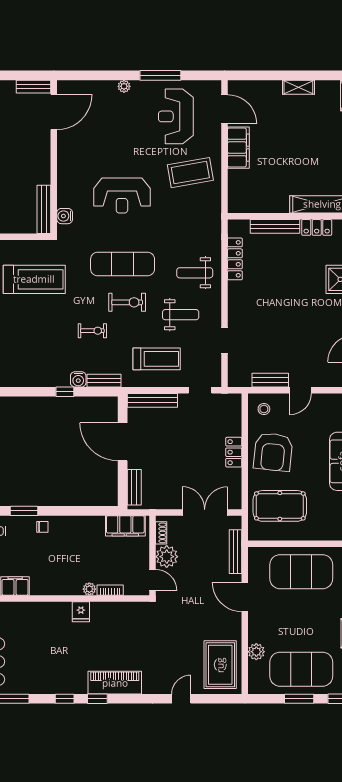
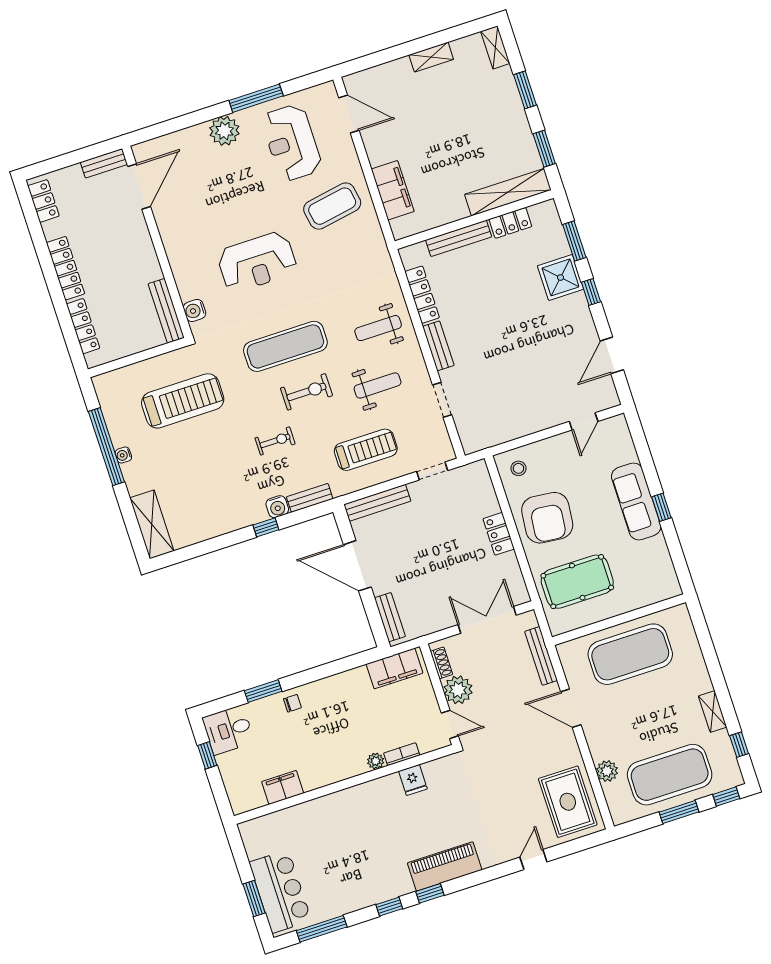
plant: (124, 86) -> (224, 131), width x1.88, depth x1.88
filing cabinet: (238, 148) -> (393, 190), moved
bench: (270, 380) -> (438, 346), moved, turned 90
door: (300, 390) -> (584, 421), moved
fridge: (81, 612) -> (413, 780), moved

